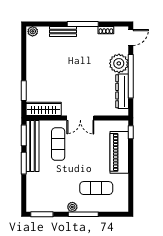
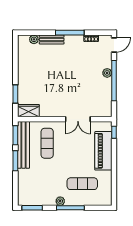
plant: (33, 31) -> (34, 39), moved
plant: (119, 63) -> (107, 73), width x0.53, depth x0.53
dresser: (122, 91) -> (106, 94), removed
wardrobe: (44, 109) -> (28, 111), width x0.67
double door: (80, 118) -> (78, 119), moved

